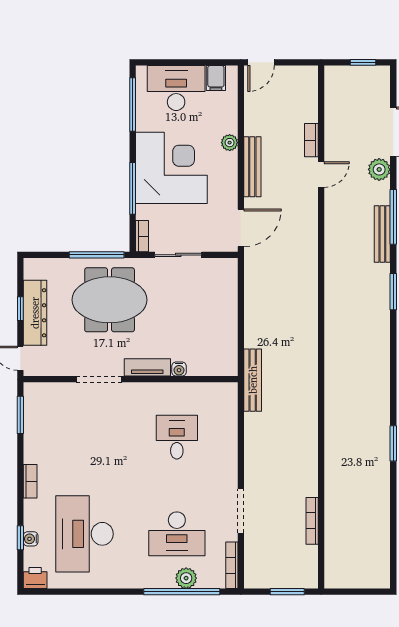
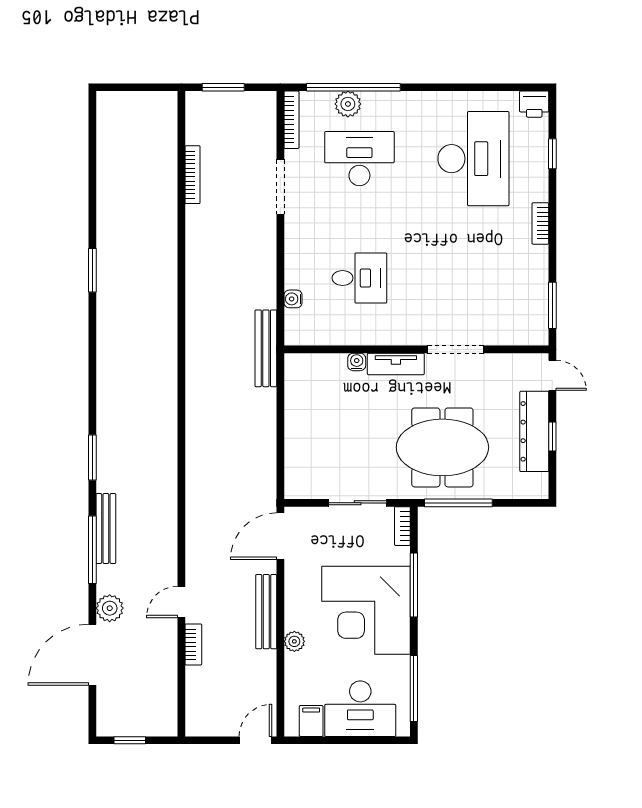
desk: (177, 437) -> (359, 278), turned -90
water cooler: (31, 539) -> (293, 299), moved, turned 180

